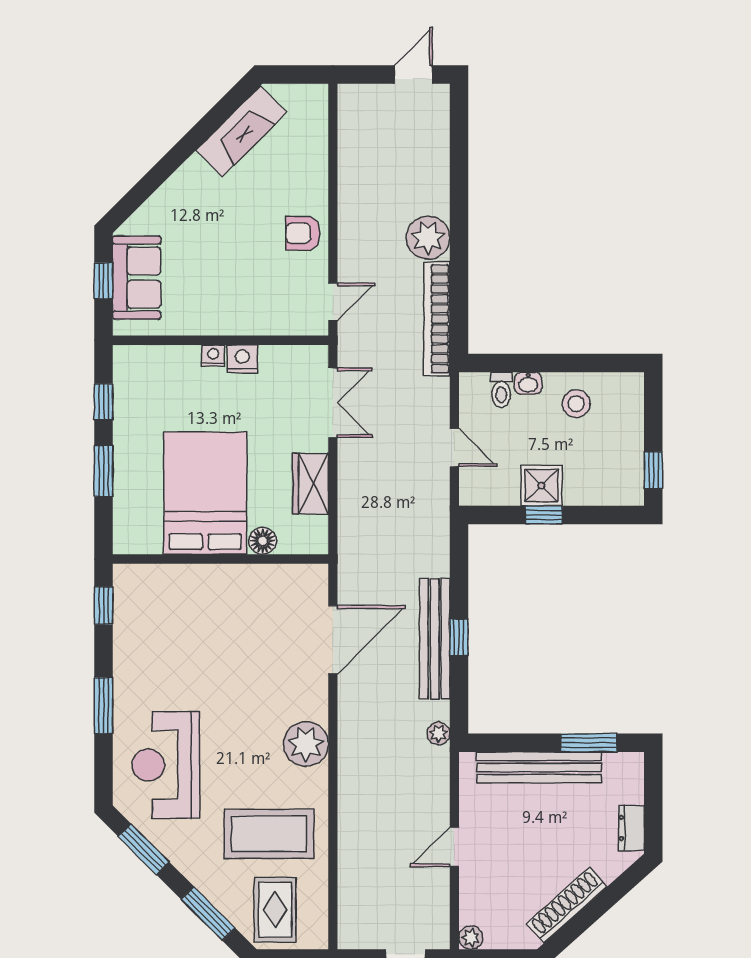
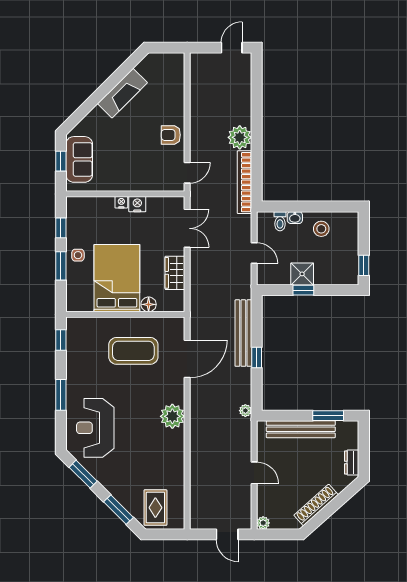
fireplace: (241, 131) -> (122, 93), moved
side table: (134, 451) -> (78, 255), added
bench: (435, 639) -> (243, 333), moved
coffee table: (269, 834) -> (133, 351), moved
door: (454, 847) -> (254, 473), swing flipped

